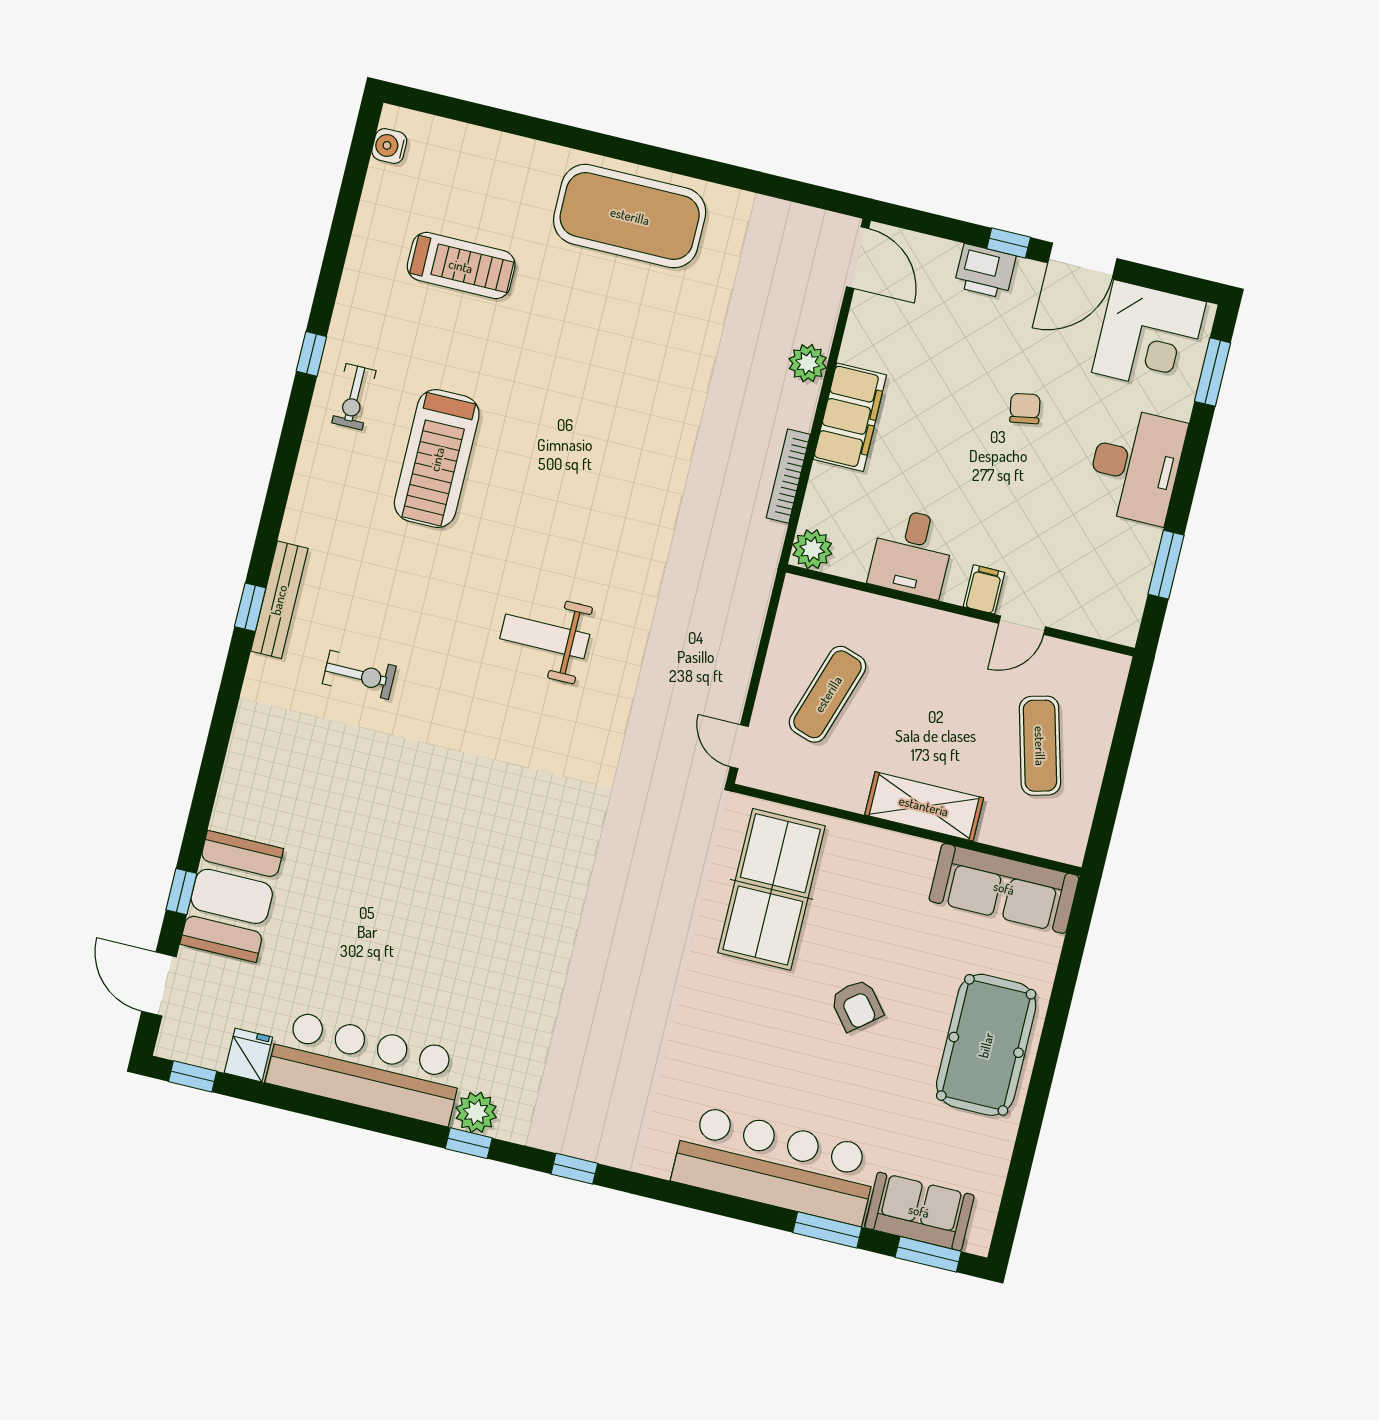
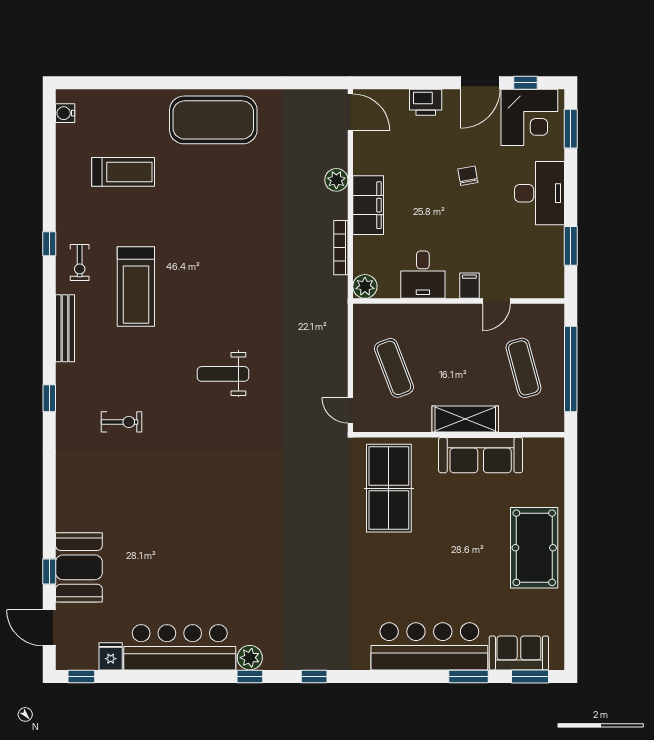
window: (1009, 243) -> (526, 83), moved
bench: (279, 600) -> (65, 328), moved
exercise mat: (828, 694) -> (394, 368), turned -39
window: (1117, 766) -> (571, 369), added
sofa: (1004, 888) -> (481, 455), moved
armchair: (857, 1005) -> (454, 543), removed

